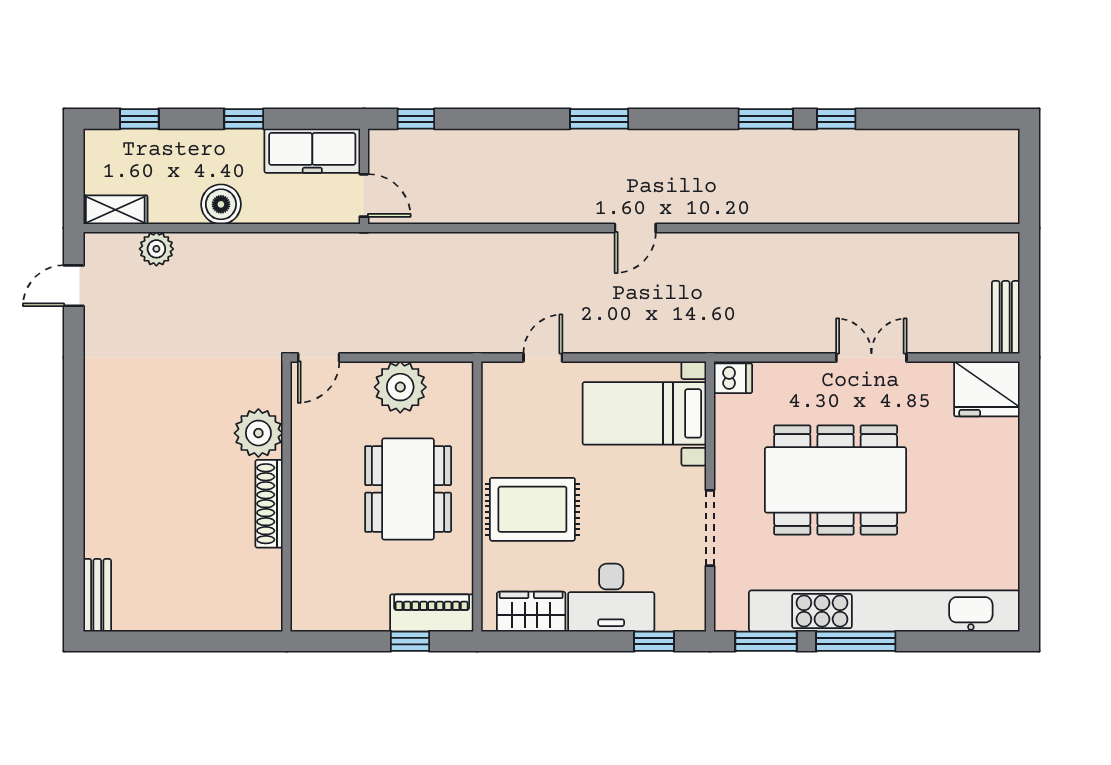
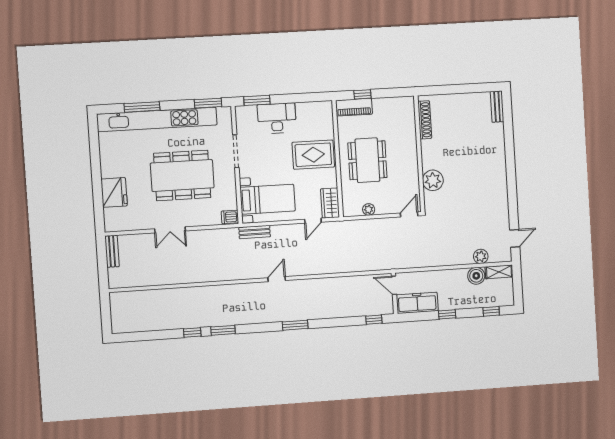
boiler: (221, 204) -> (476, 276), moved
bench: (679, 340) -> (255, 232), added
plant: (400, 387) -> (369, 209), width x0.53, depth x0.53
fridge: (987, 389) -> (114, 192), moved, turned 90
shoe rack: (269, 504) -> (425, 120), moved
wardrobe: (531, 612) -> (330, 203), moved, turned 90
window: (654, 641) -> (257, 100), width x1.50
window: (856, 641) -> (142, 107), moved

